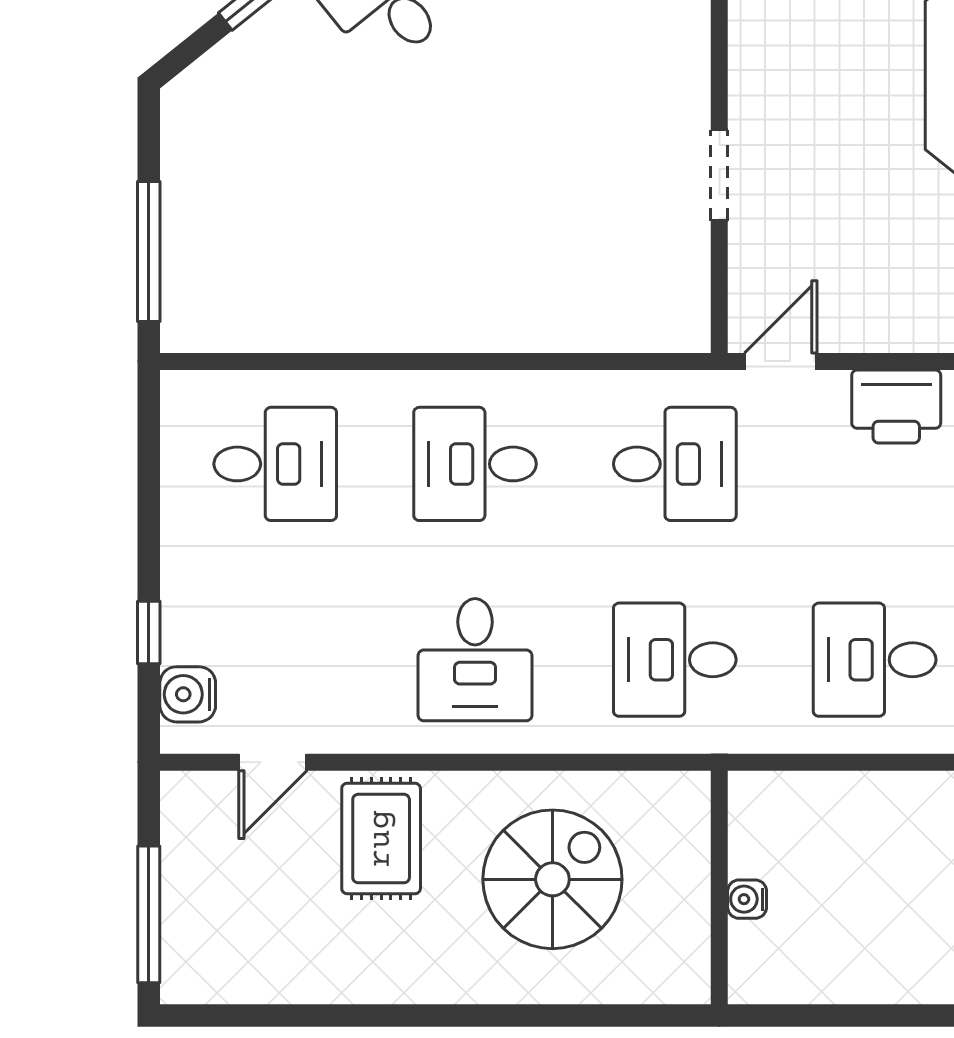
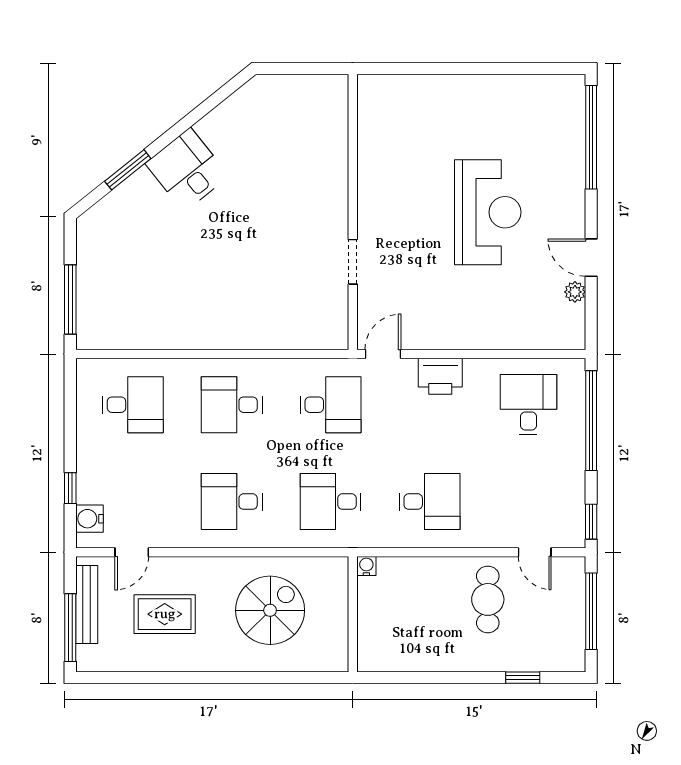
desk: (475, 660) -> (232, 502), turned 90
desk: (875, 660) -> (430, 502), turned 180
rug: (381, 839) -> (165, 614), moved, turned 90
bench: (182, 868) -> (87, 604), added
water cooler: (747, 899) -> (366, 566), moved, turned 90

